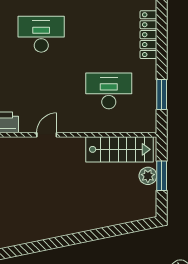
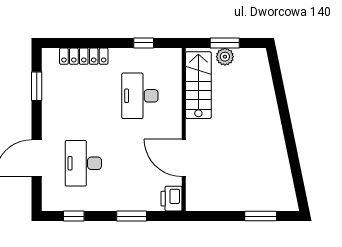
window: (162, 95) -> (144, 43), width x0.67
door: (47, 135) -> (184, 158), width x1.88

